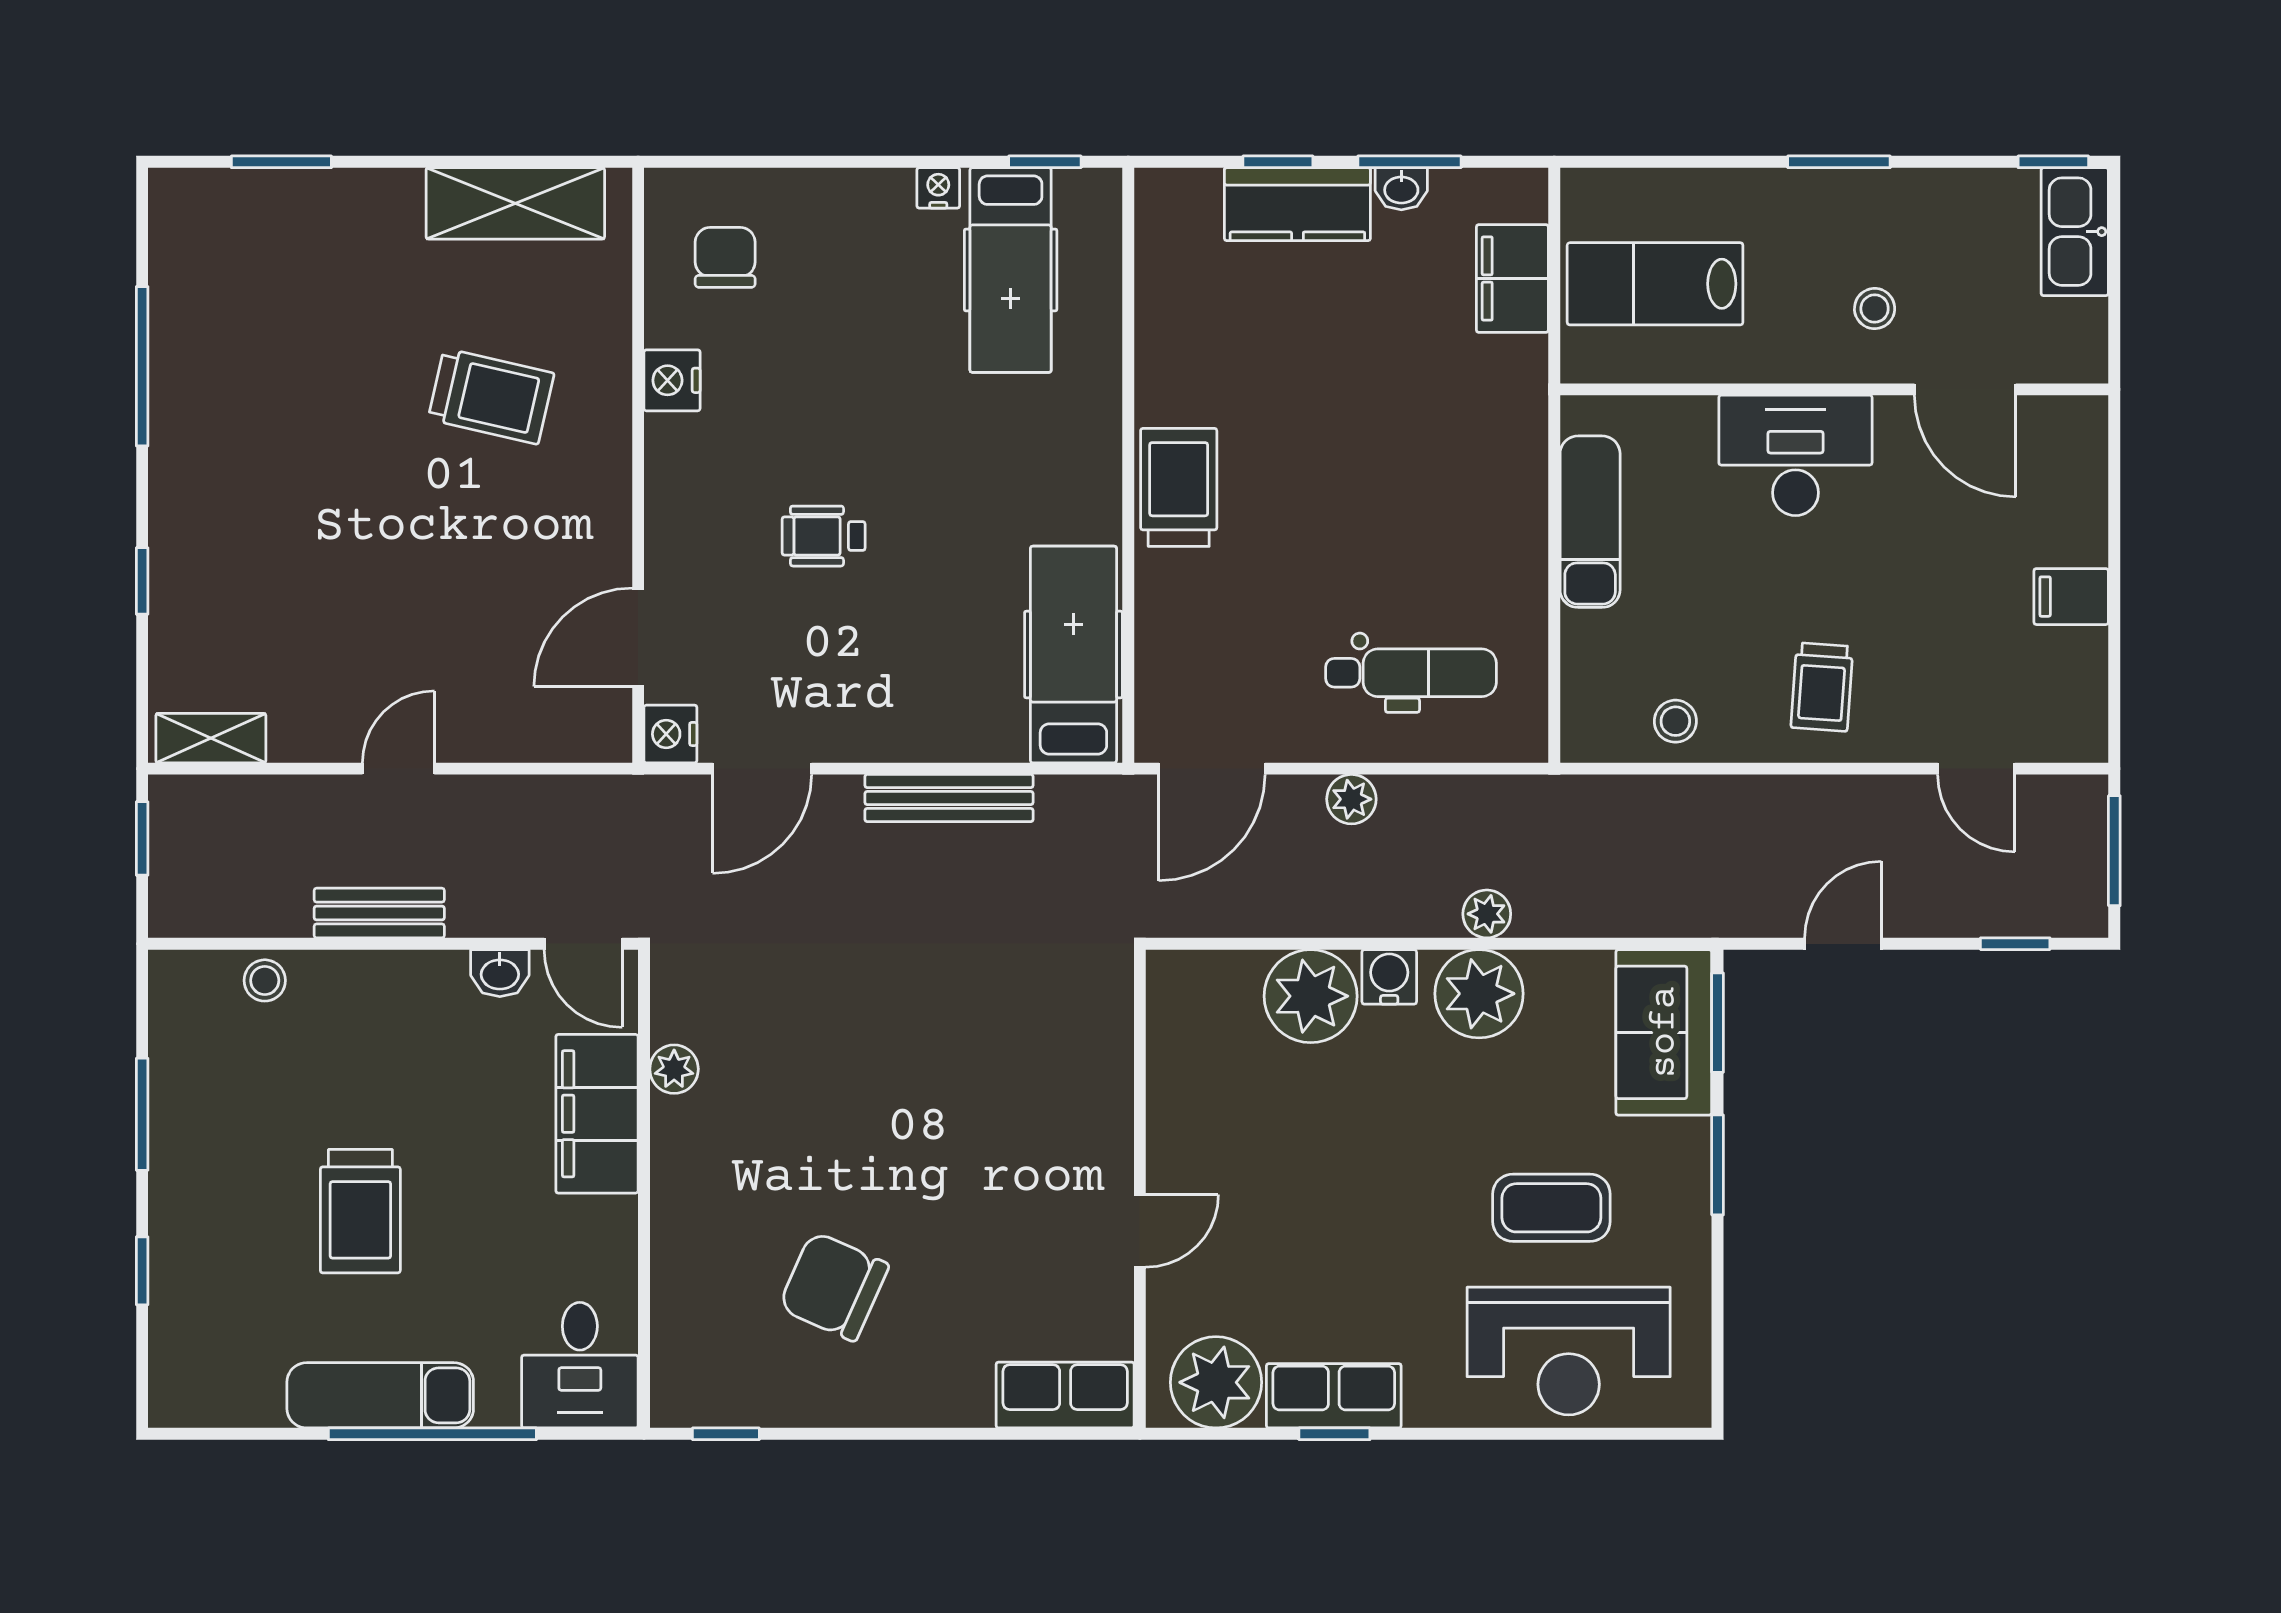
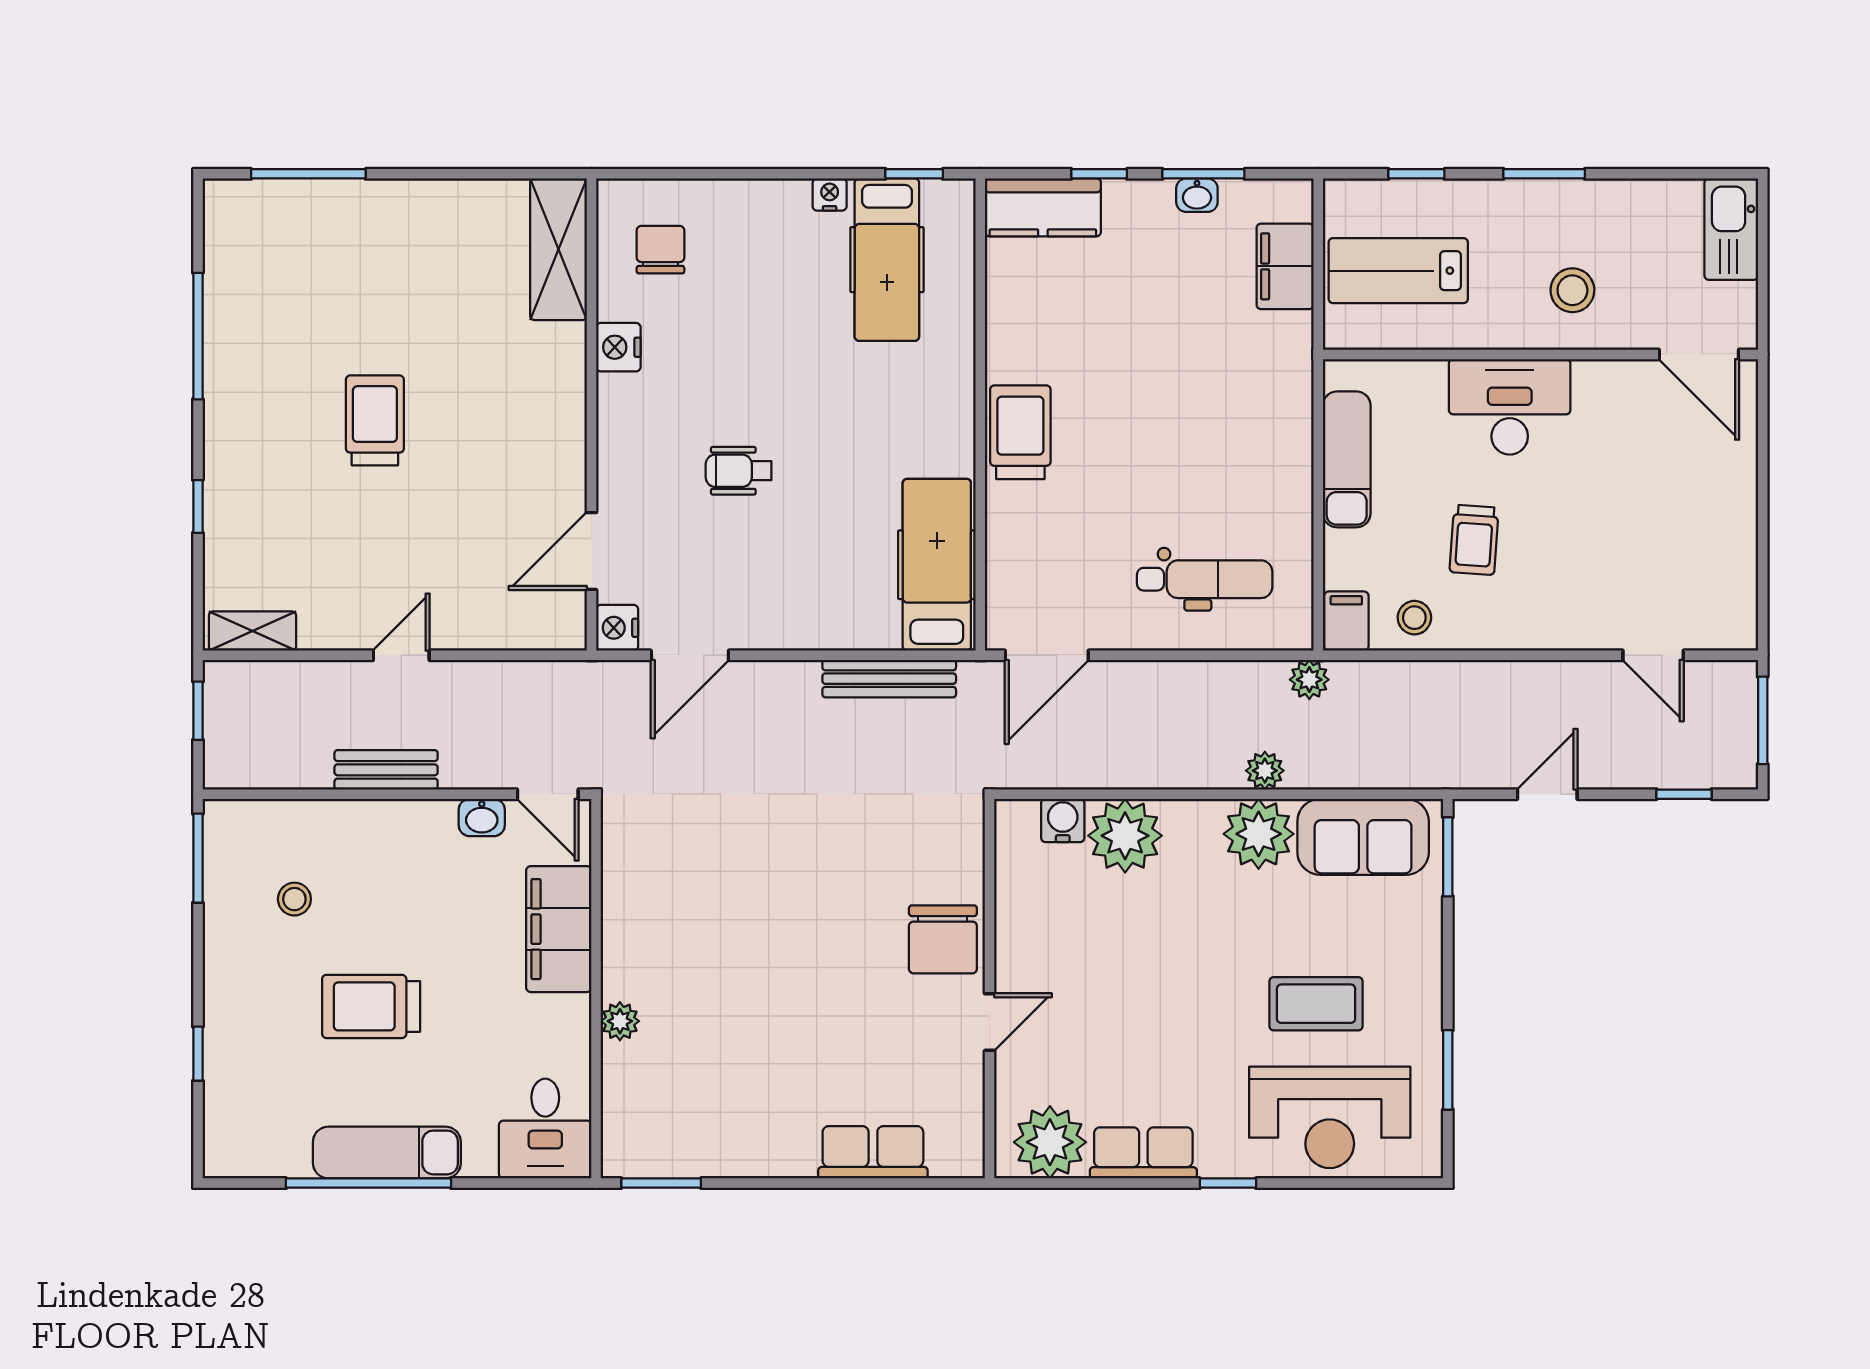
window: (281, 162) -> (308, 174), width x1.44
window: (2053, 162) -> (1416, 174), moved
shelving: (515, 203) -> (558, 249), moved, turned 90
kitchen counter: (1297, 204) -> (1043, 207), moved
stool: (1875, 309) -> (1572, 290), width x1.37, depth x1.37
door: (1965, 389) -> (1699, 354), moved
trolley: (491, 396) -> (375, 420), moved, turned -103
filing cabinet: (2071, 597) -> (1346, 621), moved, turned 90
trolley: (1822, 687) -> (1474, 540), moved
bench: (949, 798) -> (889, 679), moved
plant: (1351, 799) -> (1309, 680), moved
water cooler: (1389, 977) -> (1063, 820), moved
stool: (265, 980) -> (294, 899), moved
sofa: (1664, 1032) -> (1363, 837), moved, turned -90
plant: (674, 1069) -> (620, 1021), moved
window: (142, 1114) -> (198, 858), moved
window: (1718, 1165) -> (1448, 1070), moved
trolley: (360, 1211) -> (371, 1006), turned 90
chair: (834, 1286) -> (943, 939), moved, turned -114
row of seats: (1065, 1395) -> (873, 1152), moved
window: (432, 1434) -> (368, 1183), moved
window: (726, 1434) -> (661, 1183), width x1.50
window: (1334, 1434) -> (1228, 1183), moved

